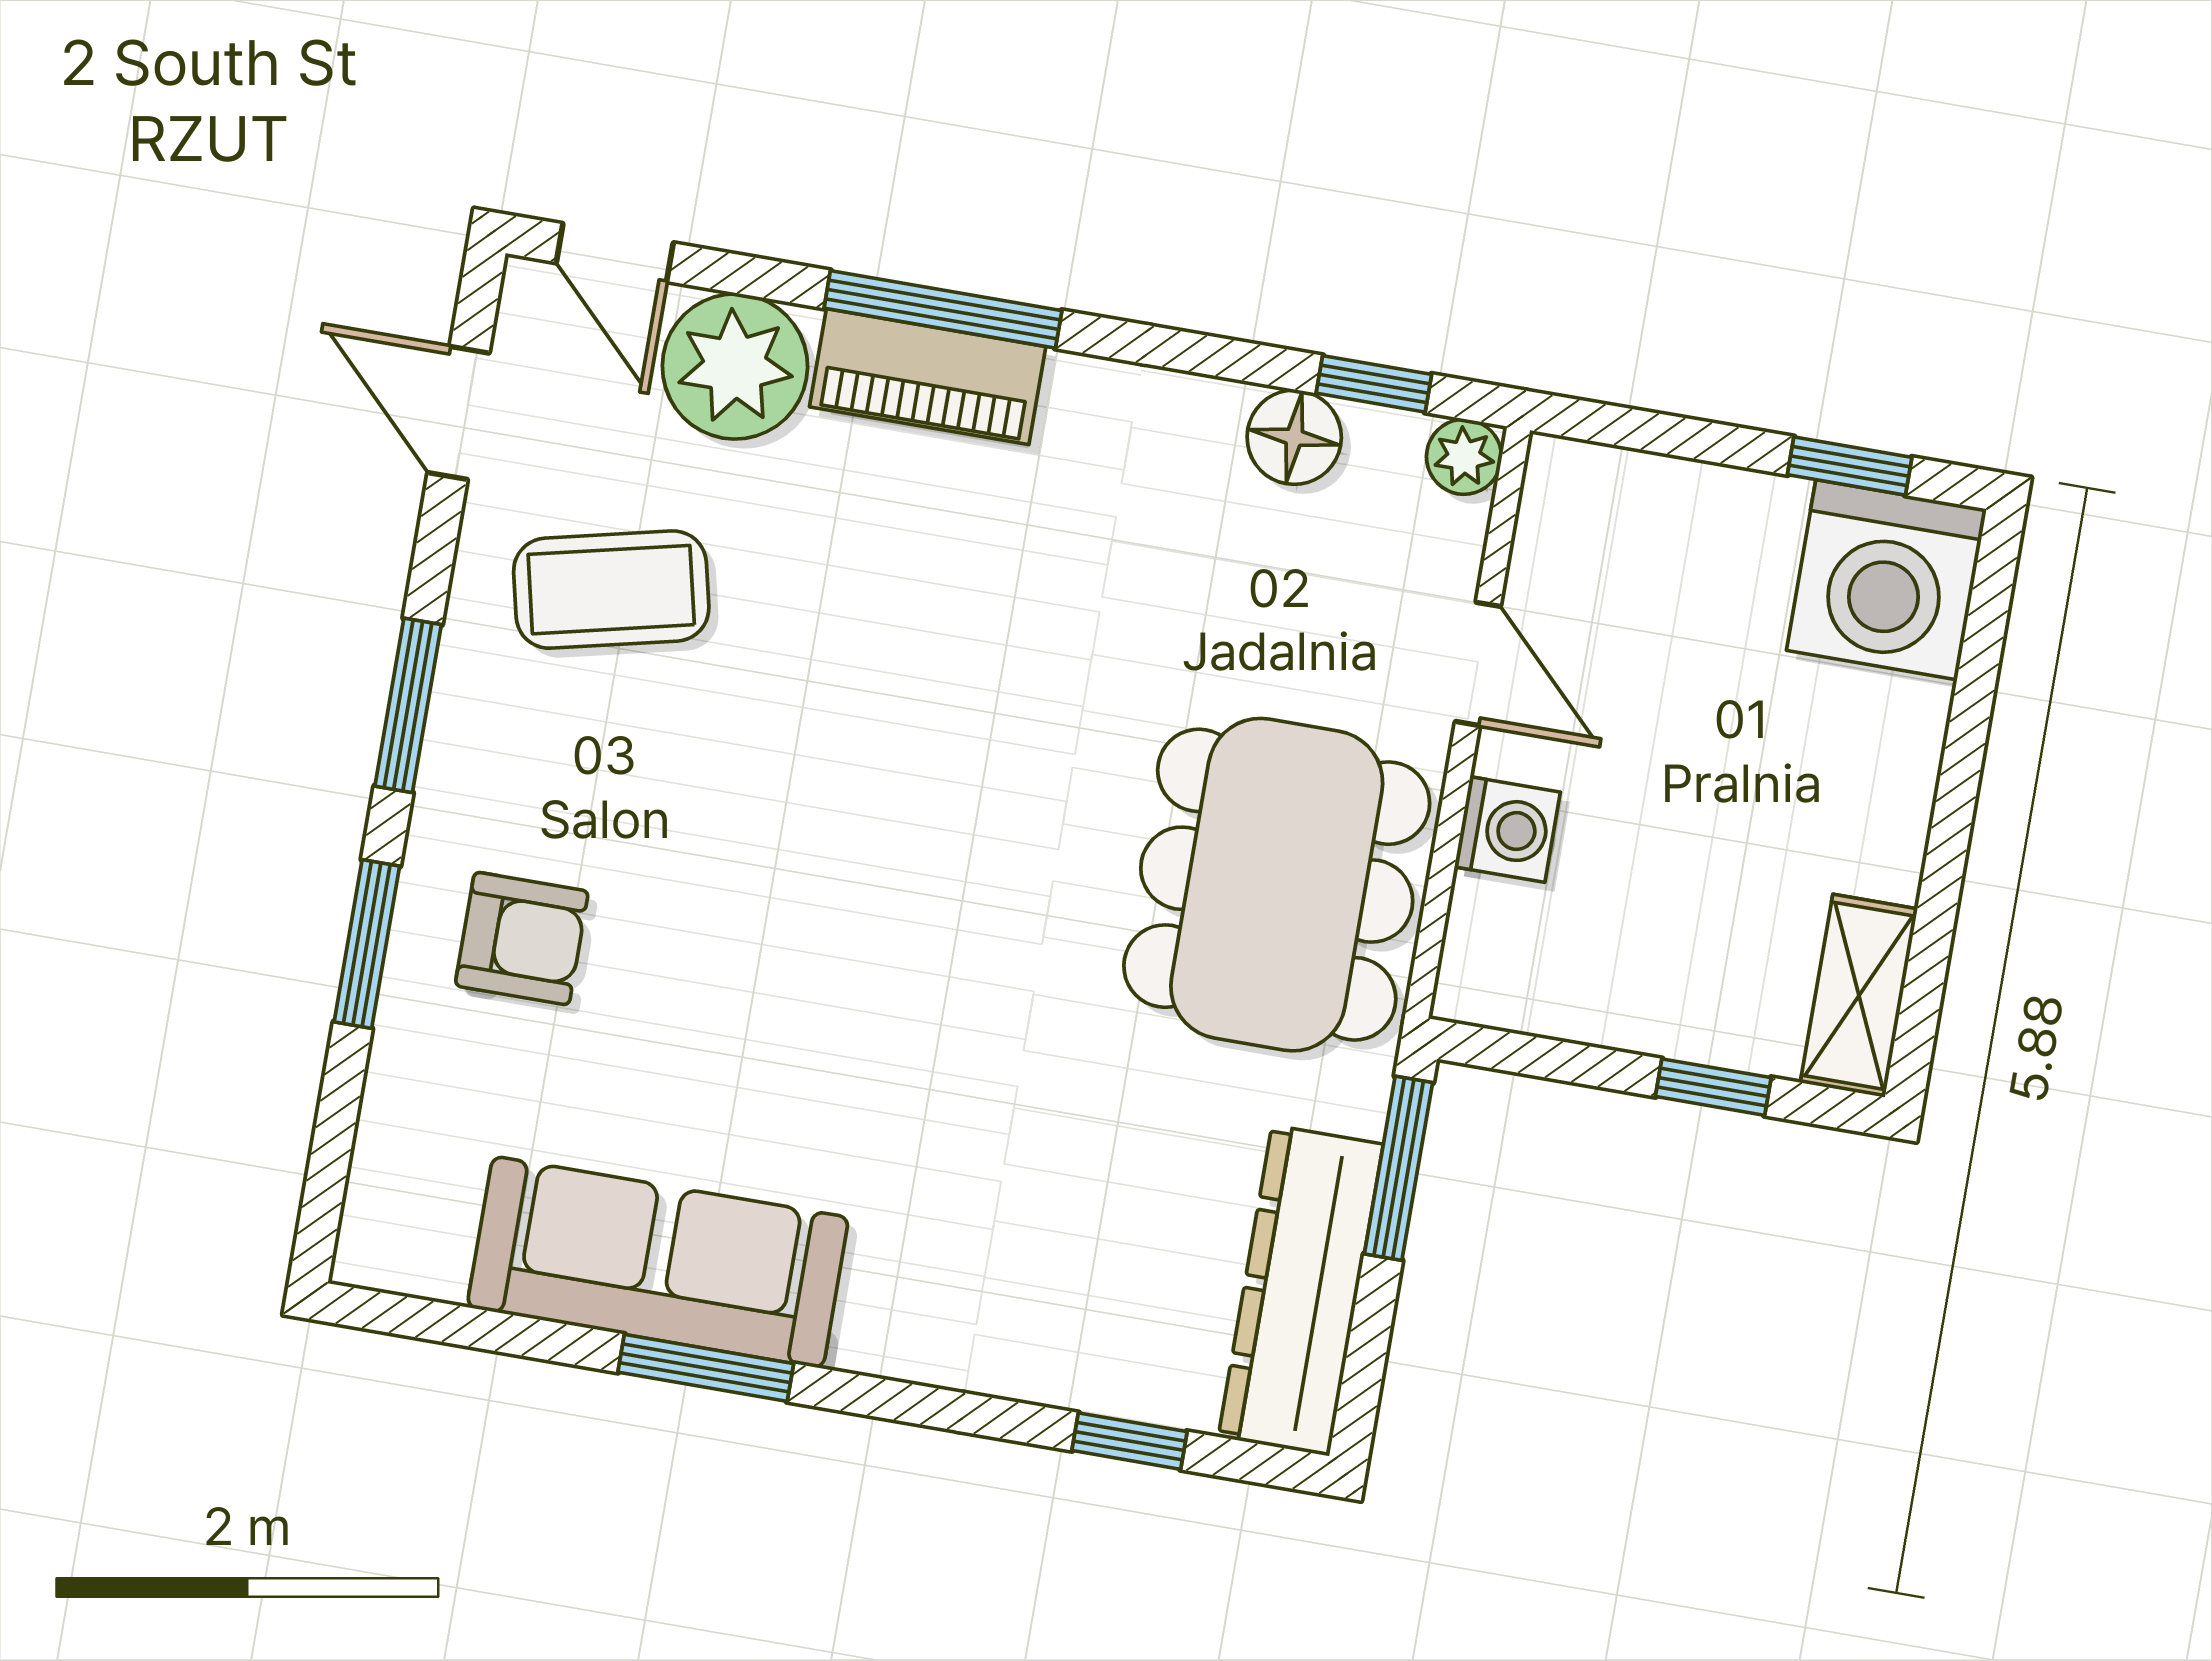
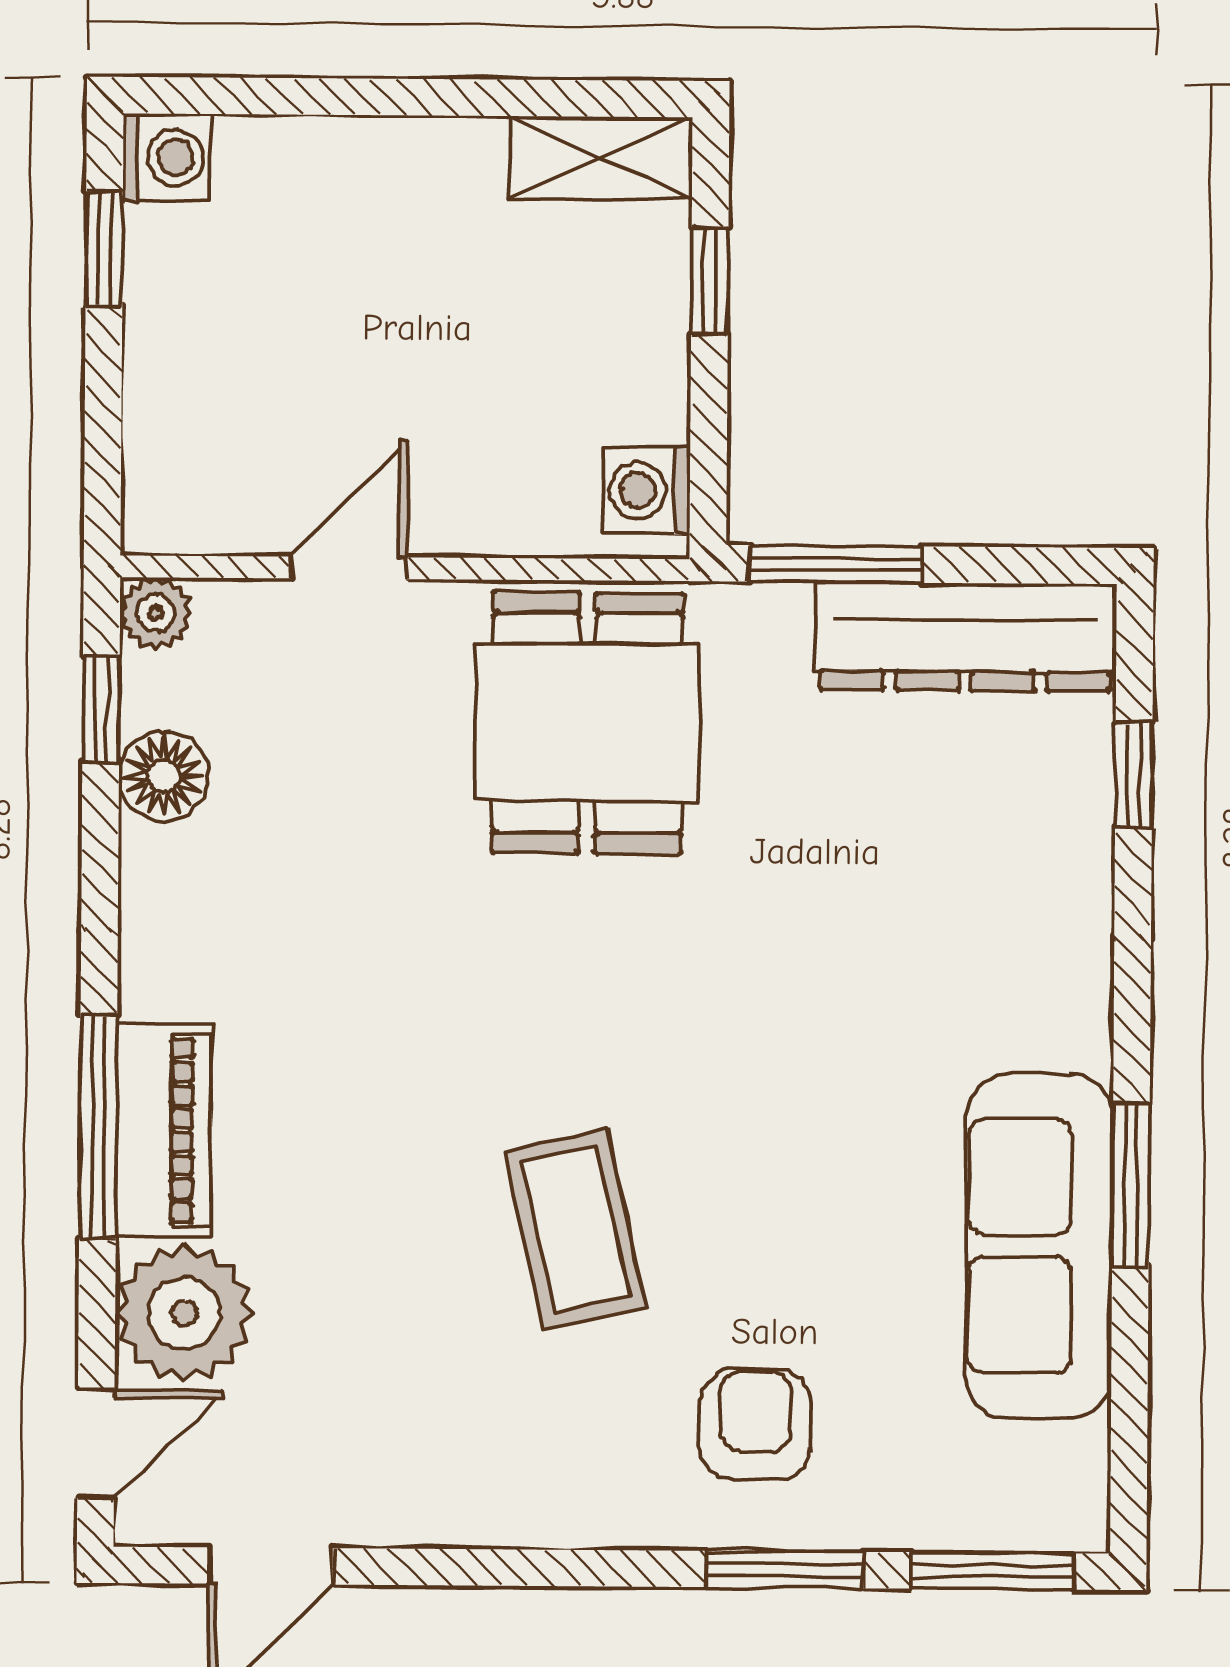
washing machine: (1886, 580) -> (167, 157), width x0.53, depth x0.53
coffee table: (611, 590) -> (575, 1229), moved
window: (408, 705) -> (992, 1571), moved
washing machine: (1507, 829) -> (646, 490), moved, turned -90
dining table: (1277, 885) -> (587, 723), width x0.73

